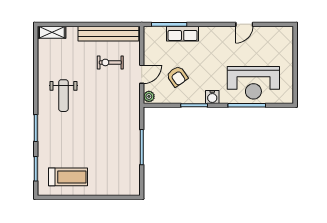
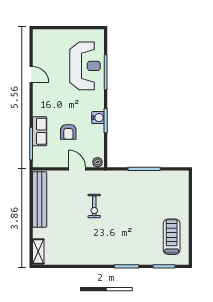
exercise bike: (110, 62) -> (94, 206), moved
armchair: (177, 76) -> (68, 132), moved, turned 125
weight bench: (63, 96) -> (97, 241), removed
water cooler: (212, 97) -> (98, 118), moved

